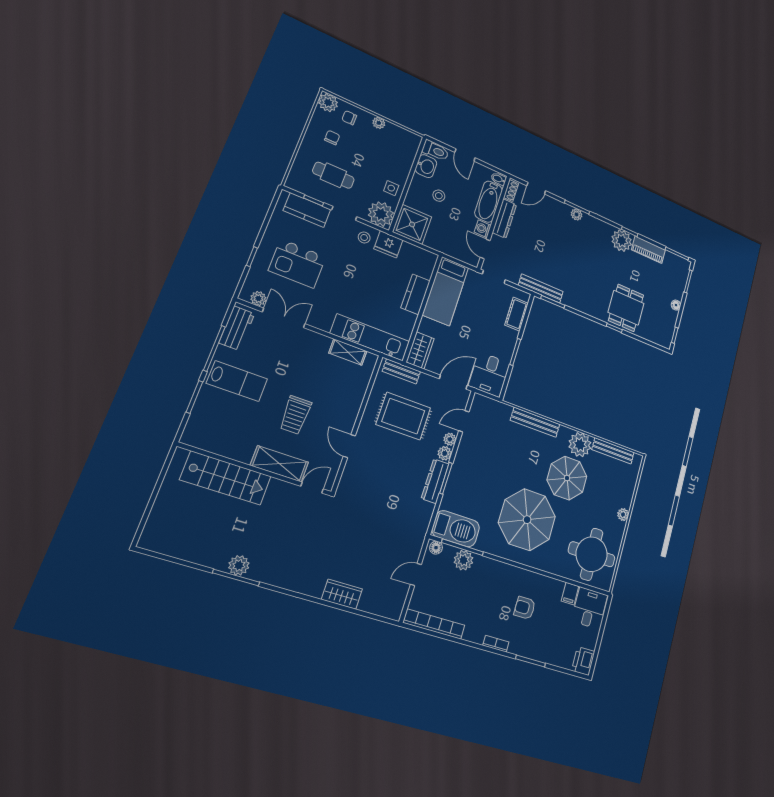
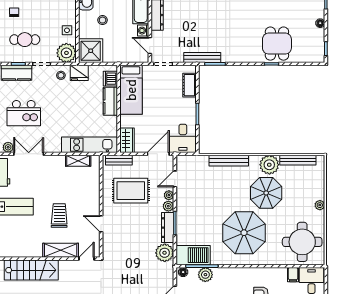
dishwasher: (425, 267) -> (110, 79), added
trolley: (295, 415) -> (59, 215), turned 180
plant: (420, 514) -> (165, 253), added

